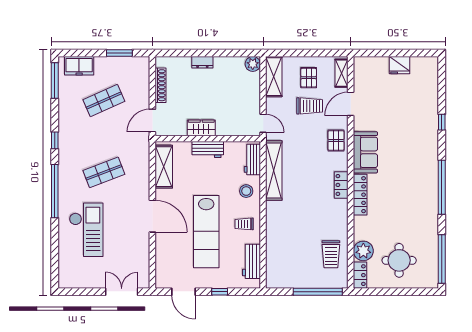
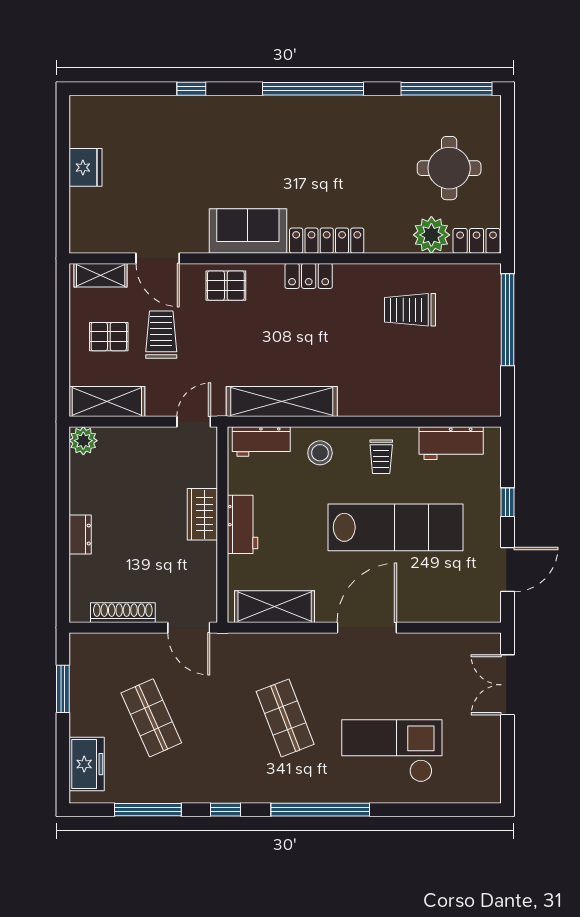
window: (55, 80) -> (148, 810), moved
wardrobe: (201, 128) -> (202, 514), moved
trolley: (331, 254) -> (410, 310), moved, turned 180

